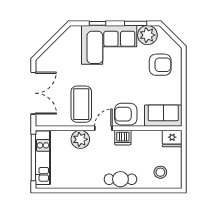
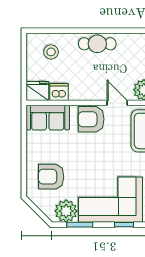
armchair: (126, 114) -> (91, 119), turned 180
door: (103, 128) -> (117, 103), swing flipped
dishwasher: (123, 138) -> (59, 92), moved

